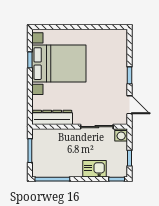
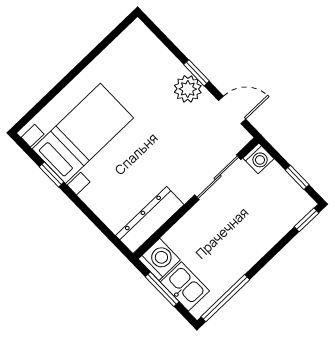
bed with nightstands: (59, 64) -> (83, 133), width x0.73
plant: (120, 78) -> (188, 89), added
washing machine: (41, 137) -> (159, 259), added
kitchen sink: (95, 169) -> (185, 286), moved, turned 90

